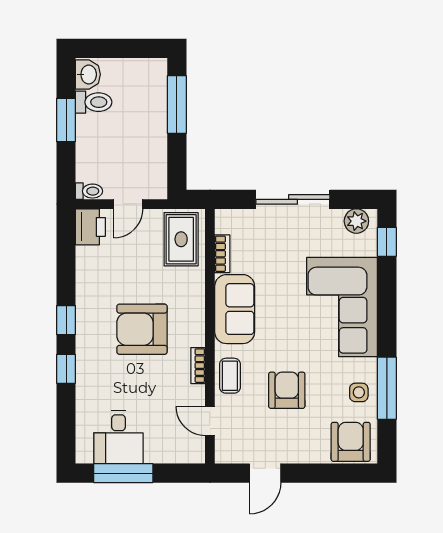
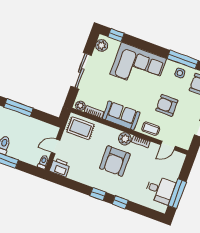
door: (128, 204) -> (56, 146), swing flipped
plant: (224, 223) -> (80, 106), added
plant: (192, 333) -> (125, 139), added

